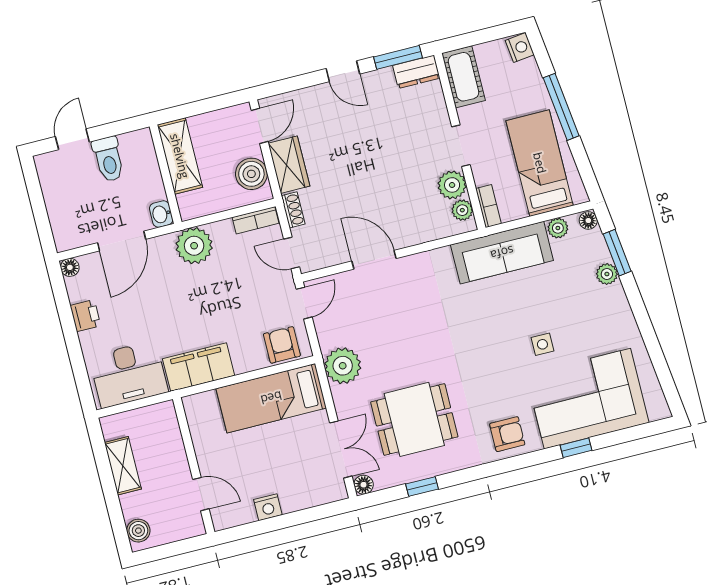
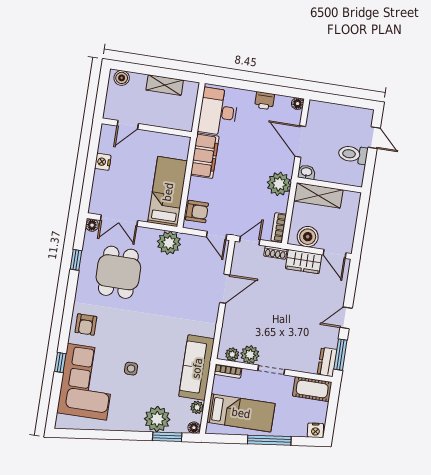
shelving: (180, 156) -> (318, 195), moved
plant: (607, 274) -> (157, 419), width x1.87, depth x1.87

